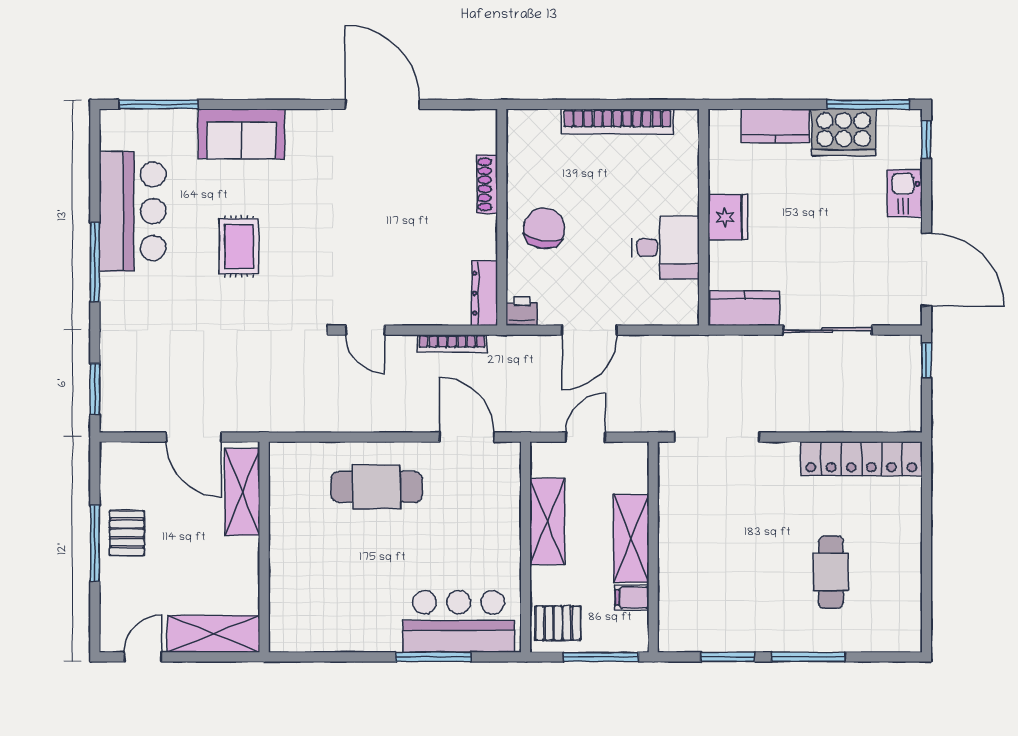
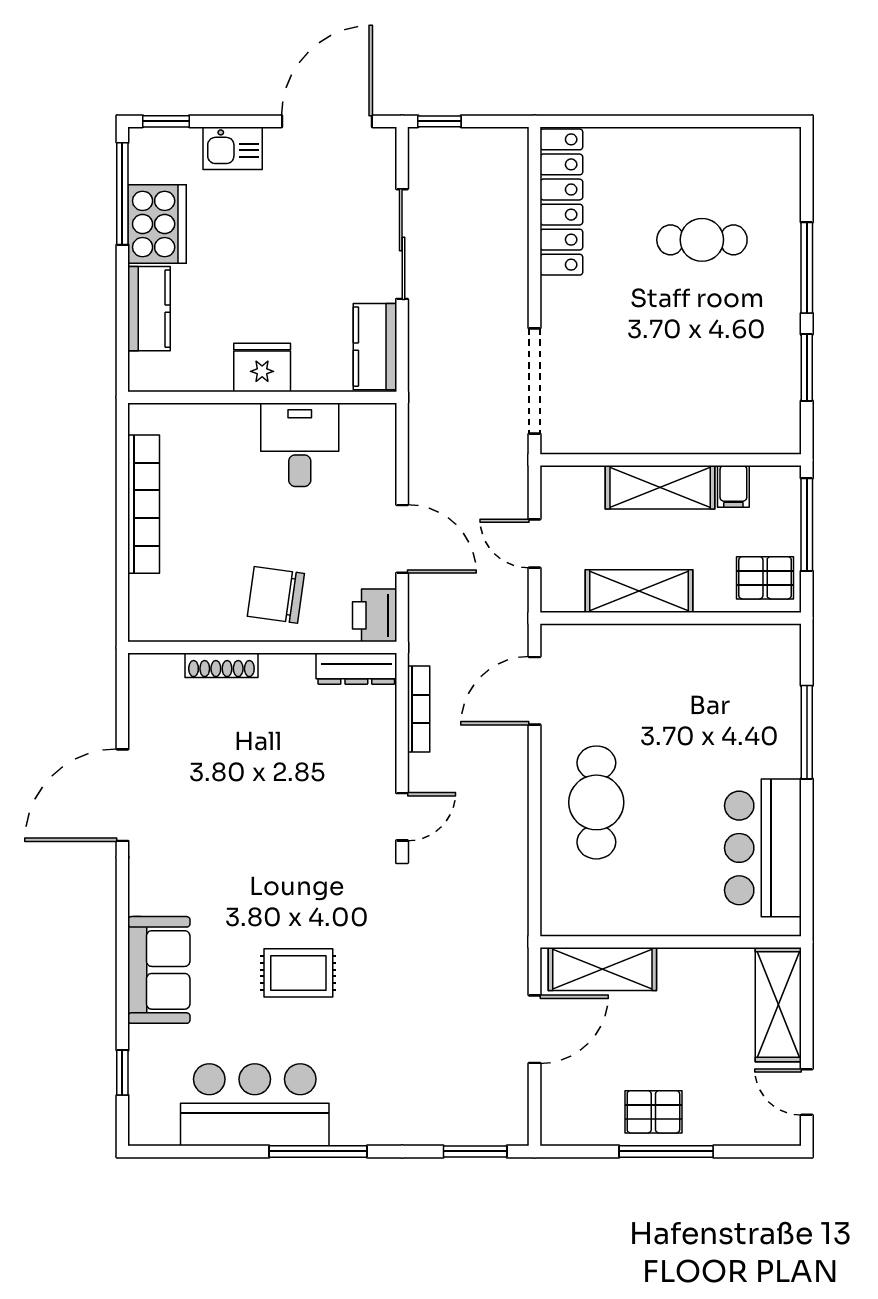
window: (158, 104) -> (122, 1073), width x0.46
printer: (522, 311) -> (375, 615), width x1.36, depth x1.24
bar counter: (459, 621) -> (763, 848), moved
pallet: (558, 623) -> (765, 578), turned 90

